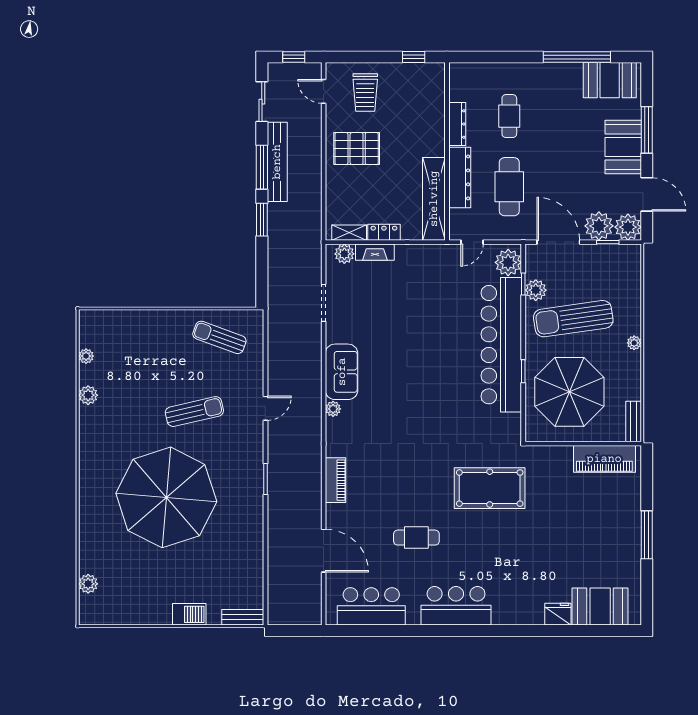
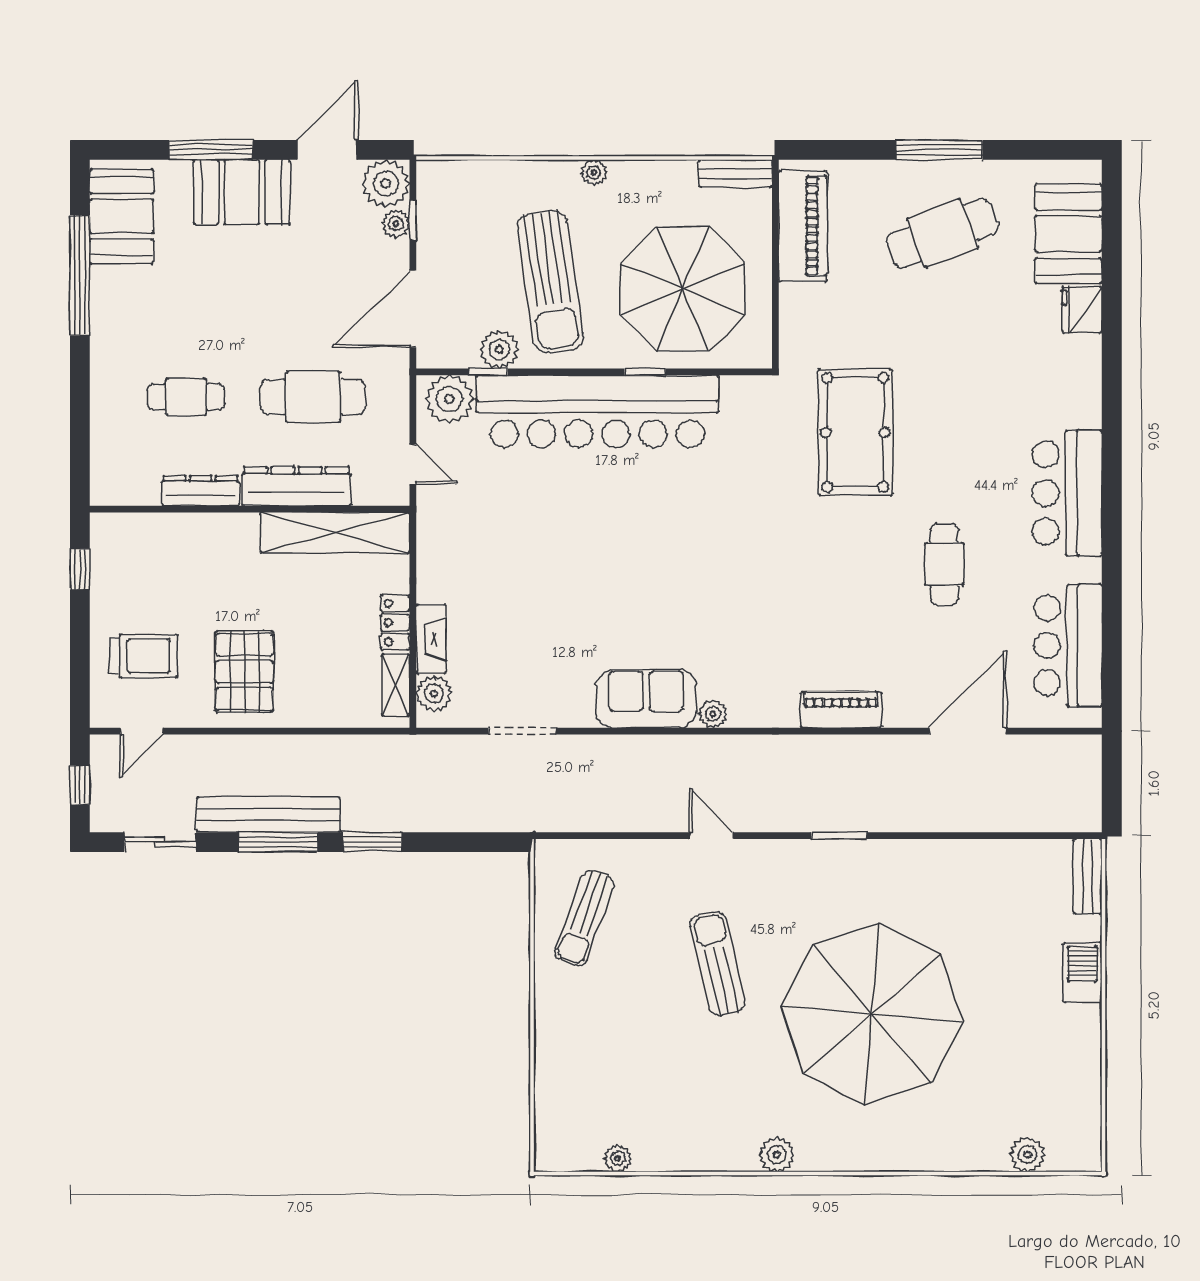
plant: (599, 226) -> (396, 224), width x0.53, depth x0.53
plant: (88, 395) -> (777, 1155), moved
cafe table: (600, 537) -> (942, 233), added

